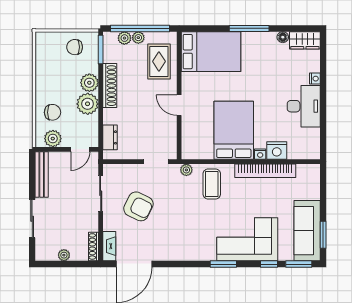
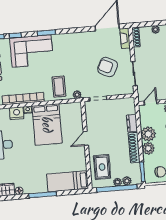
bed: (211, 52) -> (67, 181), width x0.67
door: (179, 105) -> (86, 138), swing flipped
dresser: (110, 137) -> (132, 123), moved

